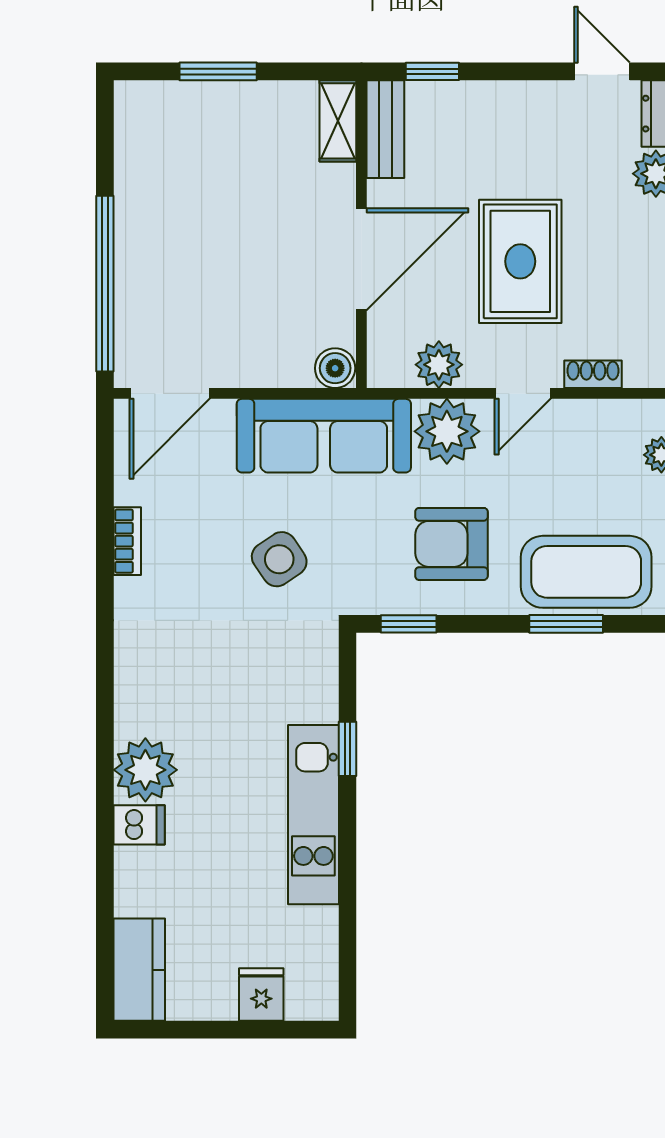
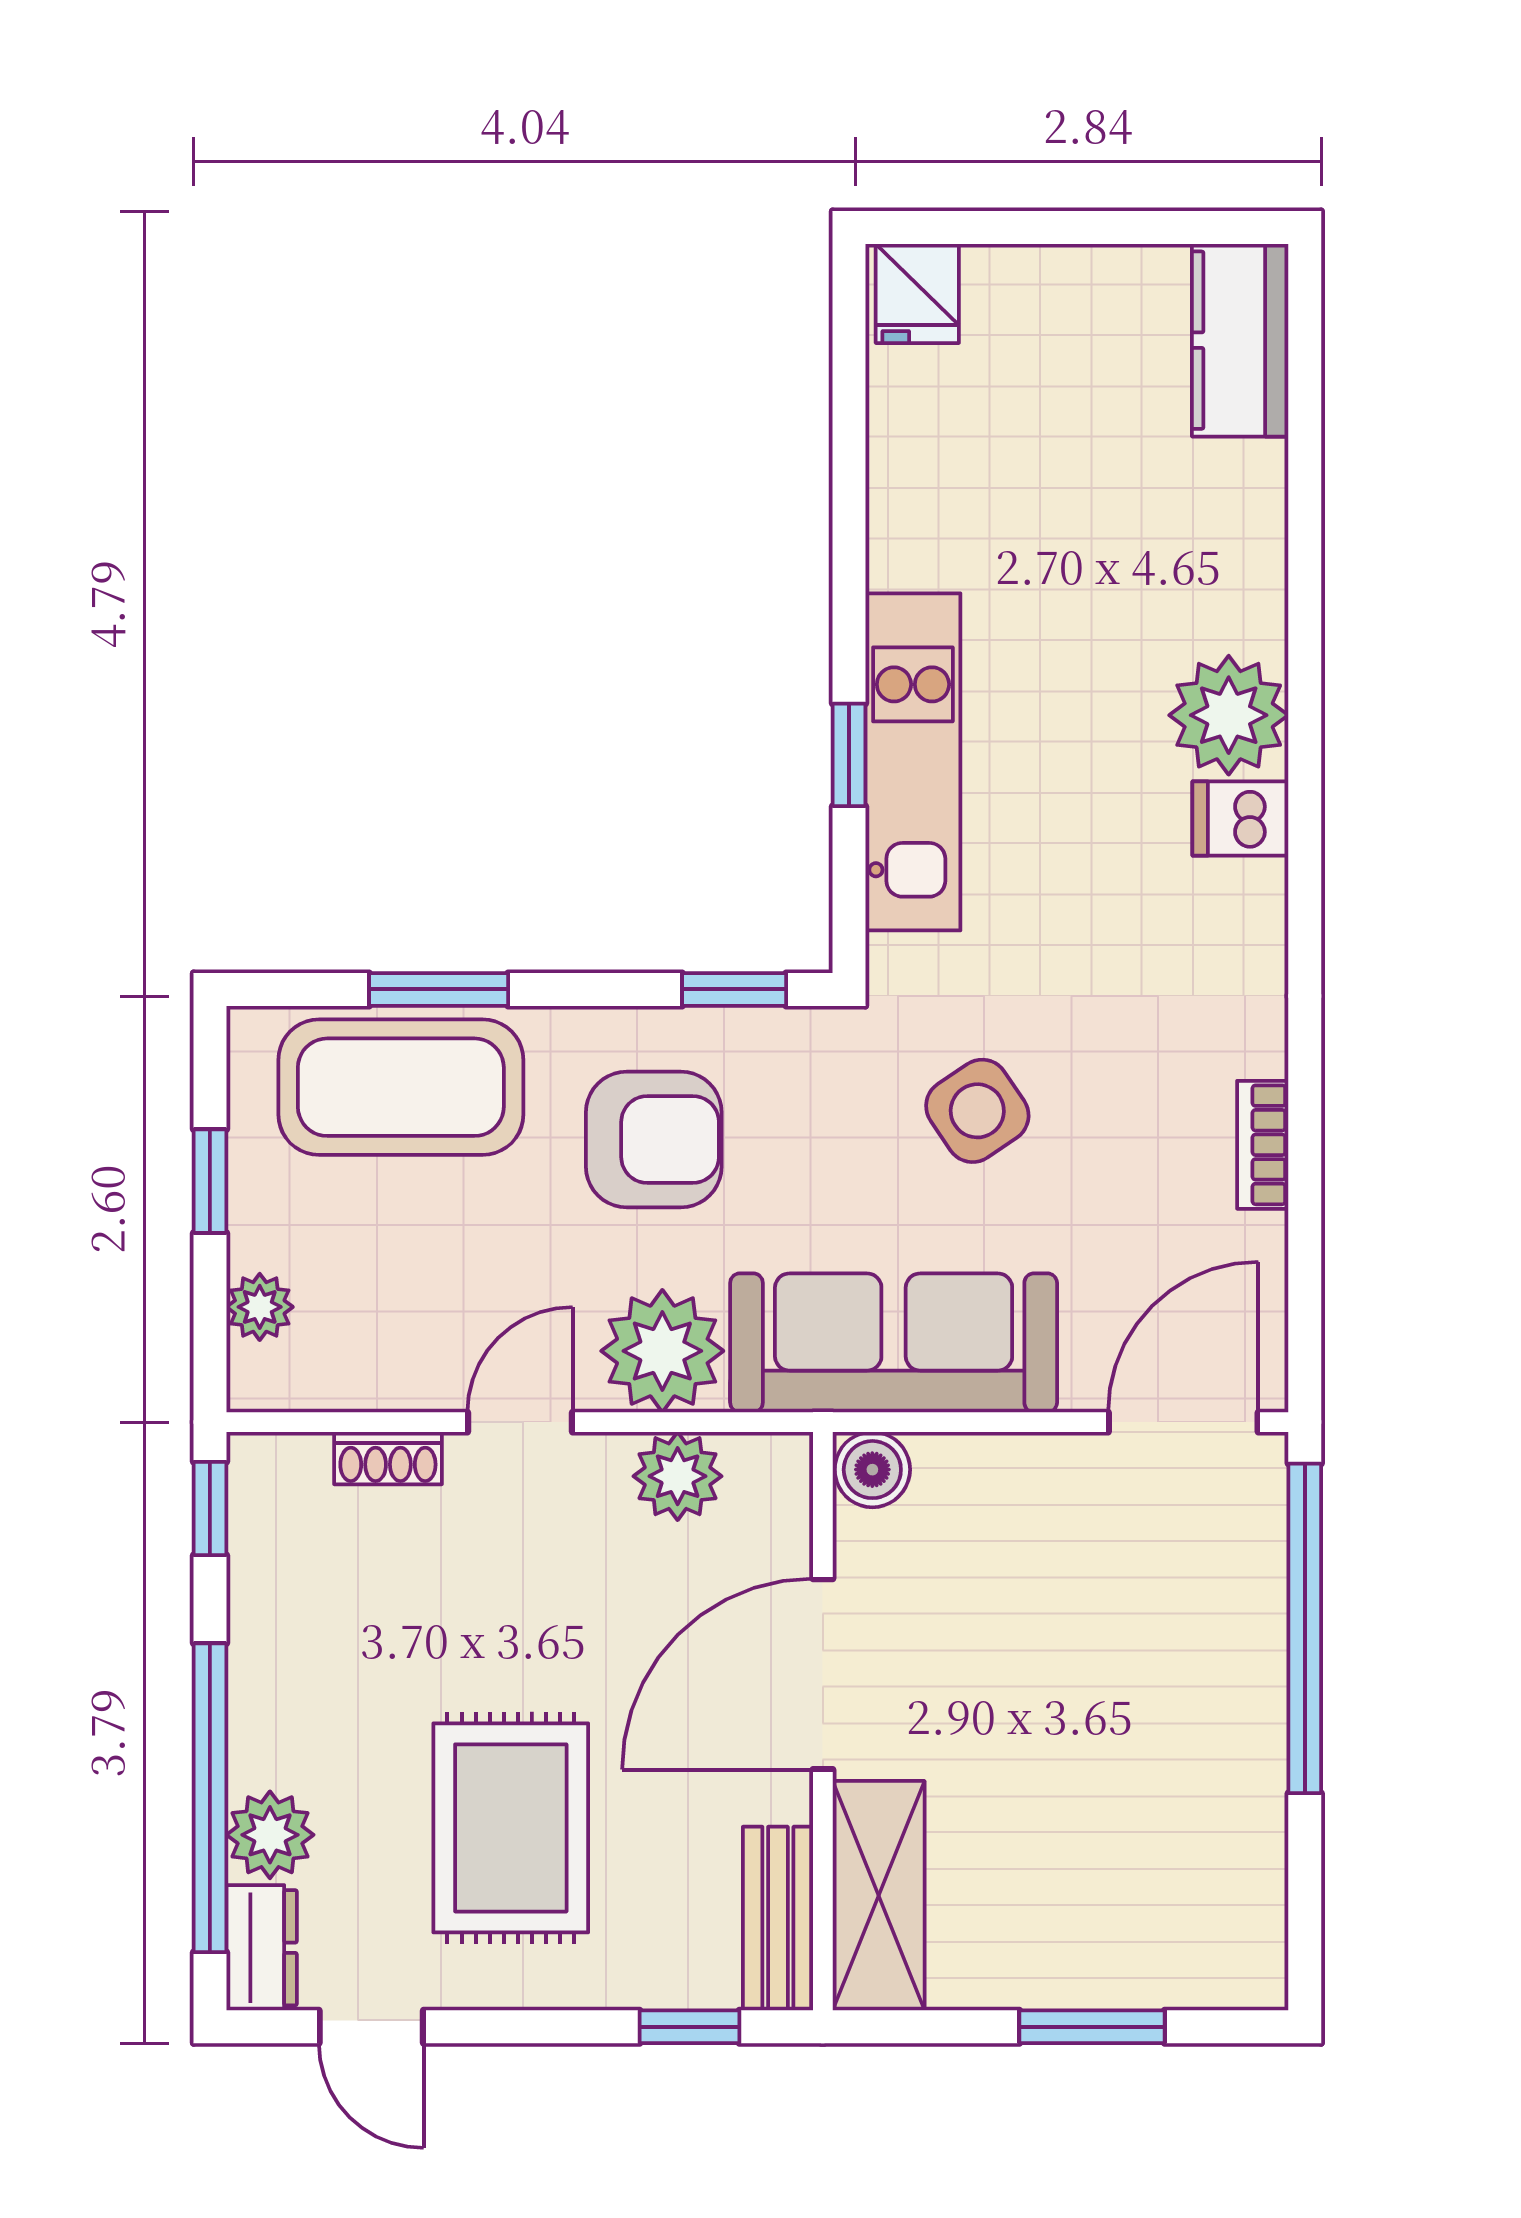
shelving: (338, 121) -> (879, 1896), width x1.50, depth x1.33
rug: (520, 261) -> (511, 1828), moved
kitchen unit: (313, 815) -> (913, 762), moved
dishwasher: (139, 825) -> (1240, 819), moved
fridge: (261, 994) -> (917, 293), moved

